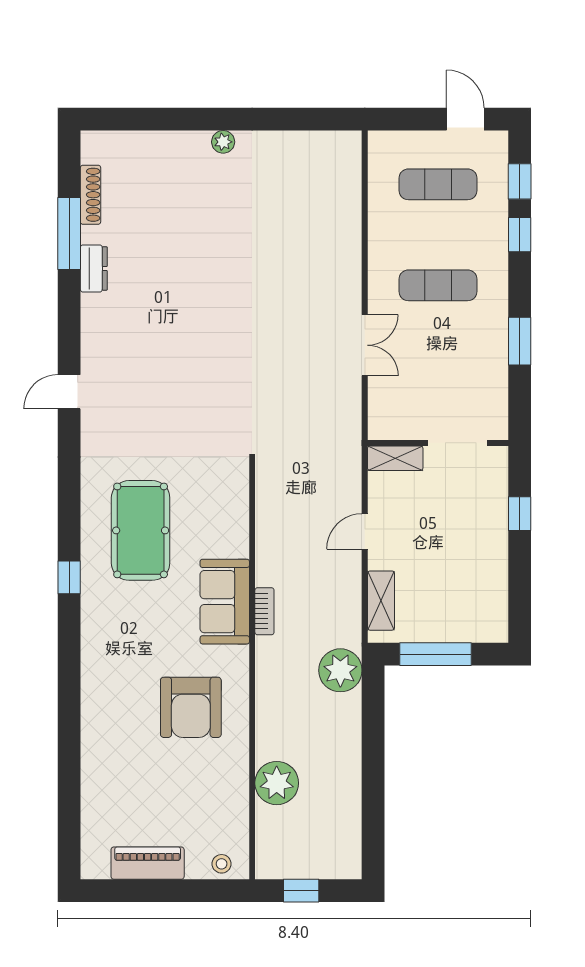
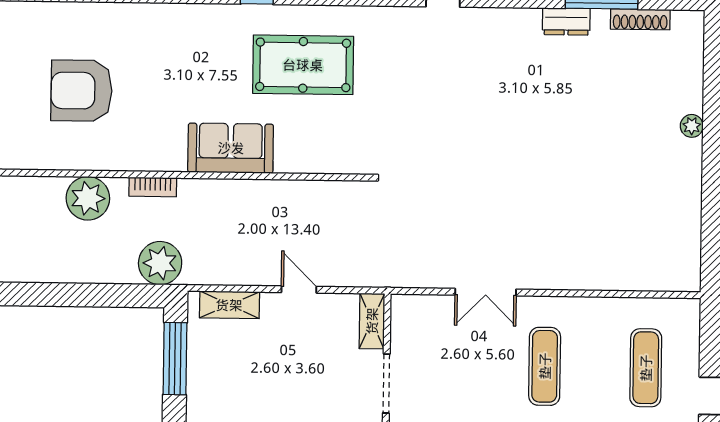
plant: (223, 142) -> (692, 126), moved
bookcase: (264, 611) -> (153, 187), moved
armchair: (191, 707) -> (81, 91), moved
plant: (277, 783) -> (88, 198), moved

